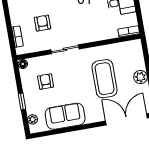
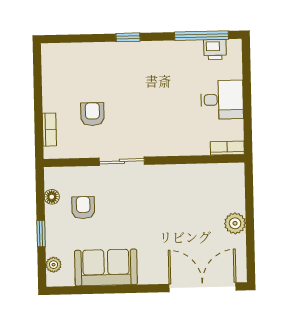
floor lamp: (23, 64) -> (52, 197), moved
coffee table: (105, 79) -> (178, 217), removed

